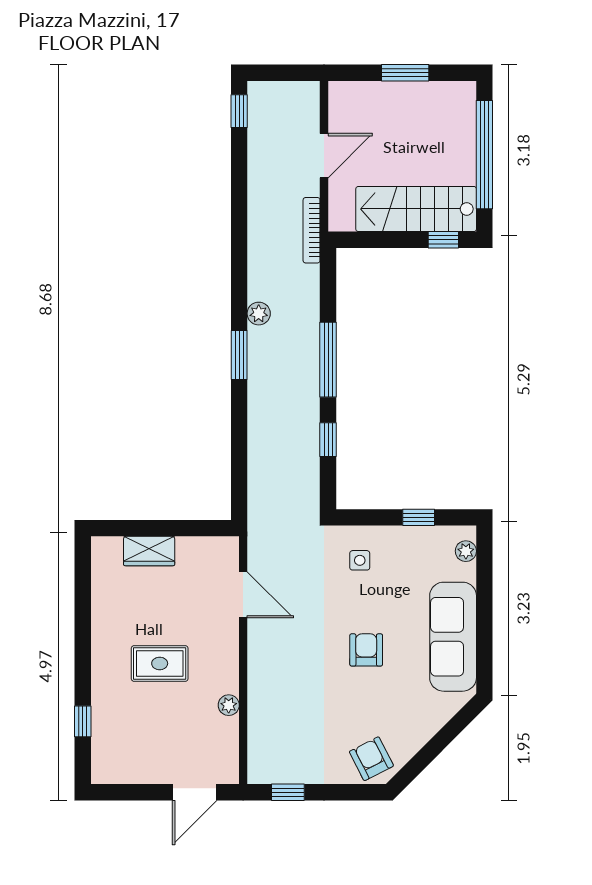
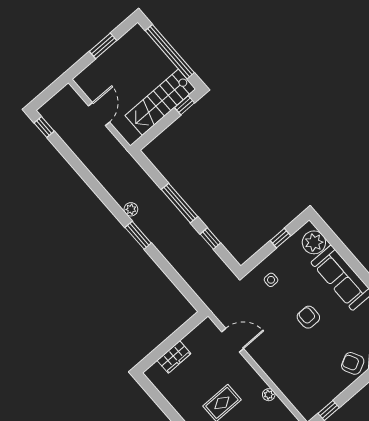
bookcase: (312, 230) -> (122, 152), removed
plant: (466, 551) -> (314, 242), width x1.87, depth x1.87

